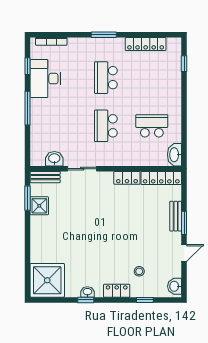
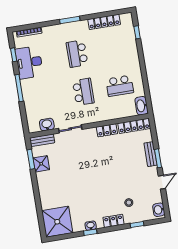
school desk: (106, 126) -> (83, 92), turned 180
school desk: (152, 126) -> (120, 86), turned 180

